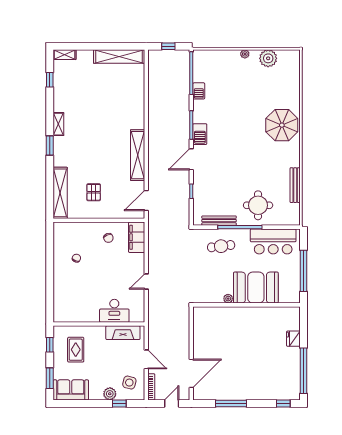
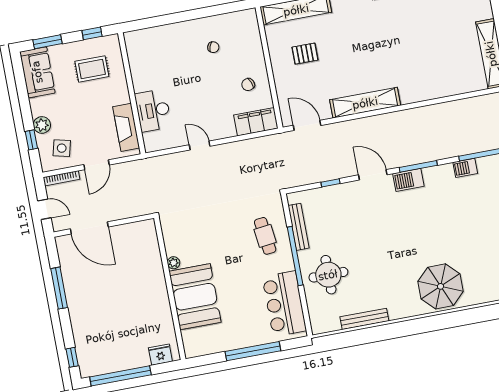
booth: (256, 288) -> (195, 297), moved
plant: (228, 299) -> (174, 263), moved
wall: (247, 305) -> (170, 289), moved

